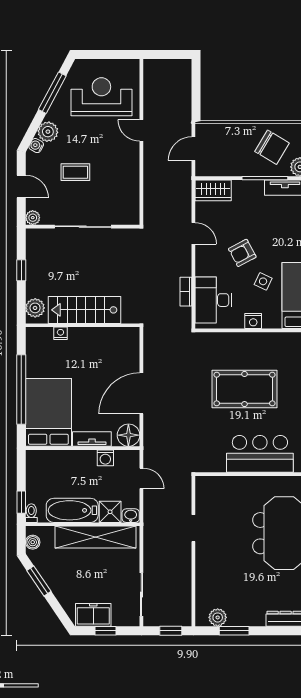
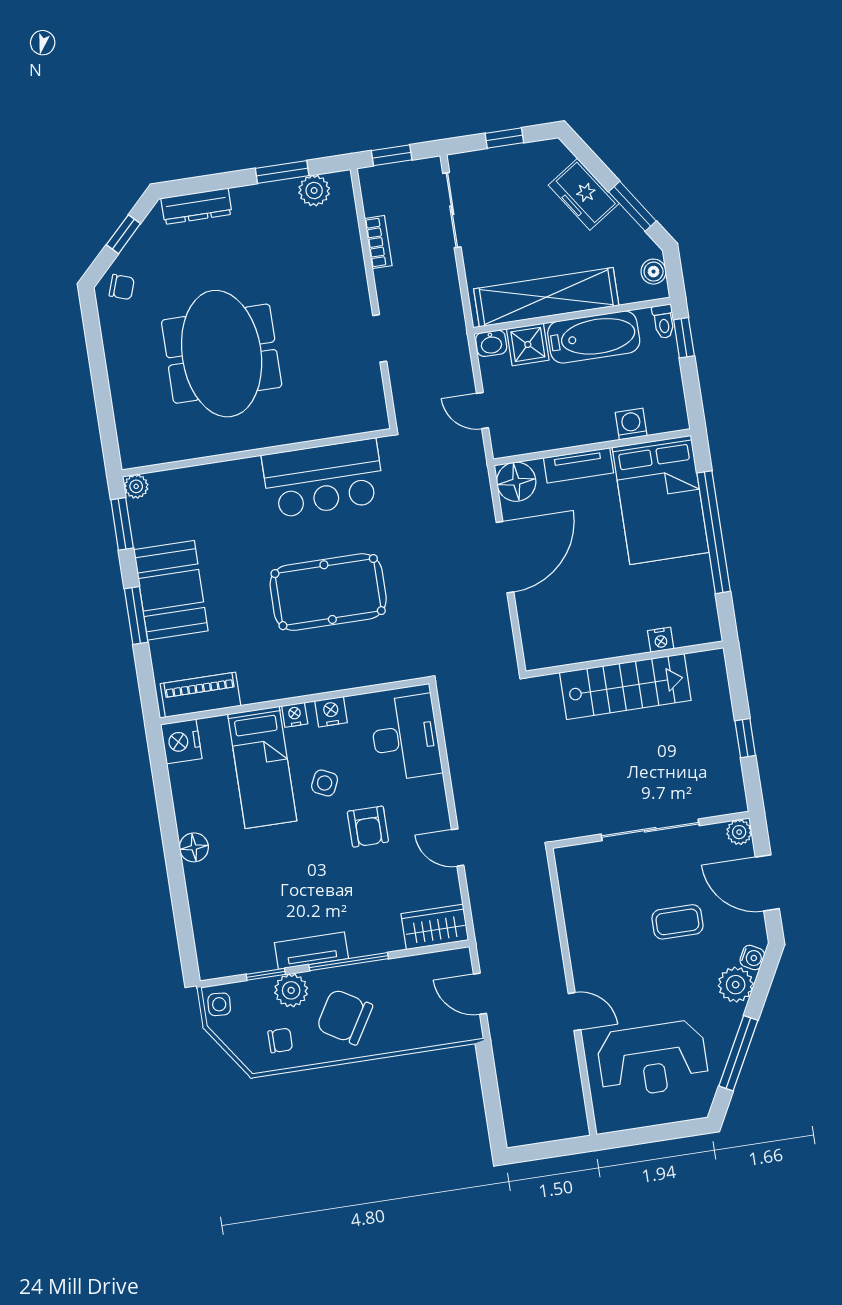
door: (193, 149) -> (480, 994), swing flipped
door: (21, 186) -> (767, 883), width x1.38
armchair: (242, 253) -> (368, 827), turned 118
bookcase: (186, 292) -> (378, 242), moved
plant: (35, 308) -> (711, 677), removed
nightstand: (274, 322) -> (295, 715), added
bar counter: (260, 454) -> (323, 478), moved
washing machine: (105, 458) -> (631, 424), moved
freezer: (93, 615) -> (584, 194), moved, turned 56

